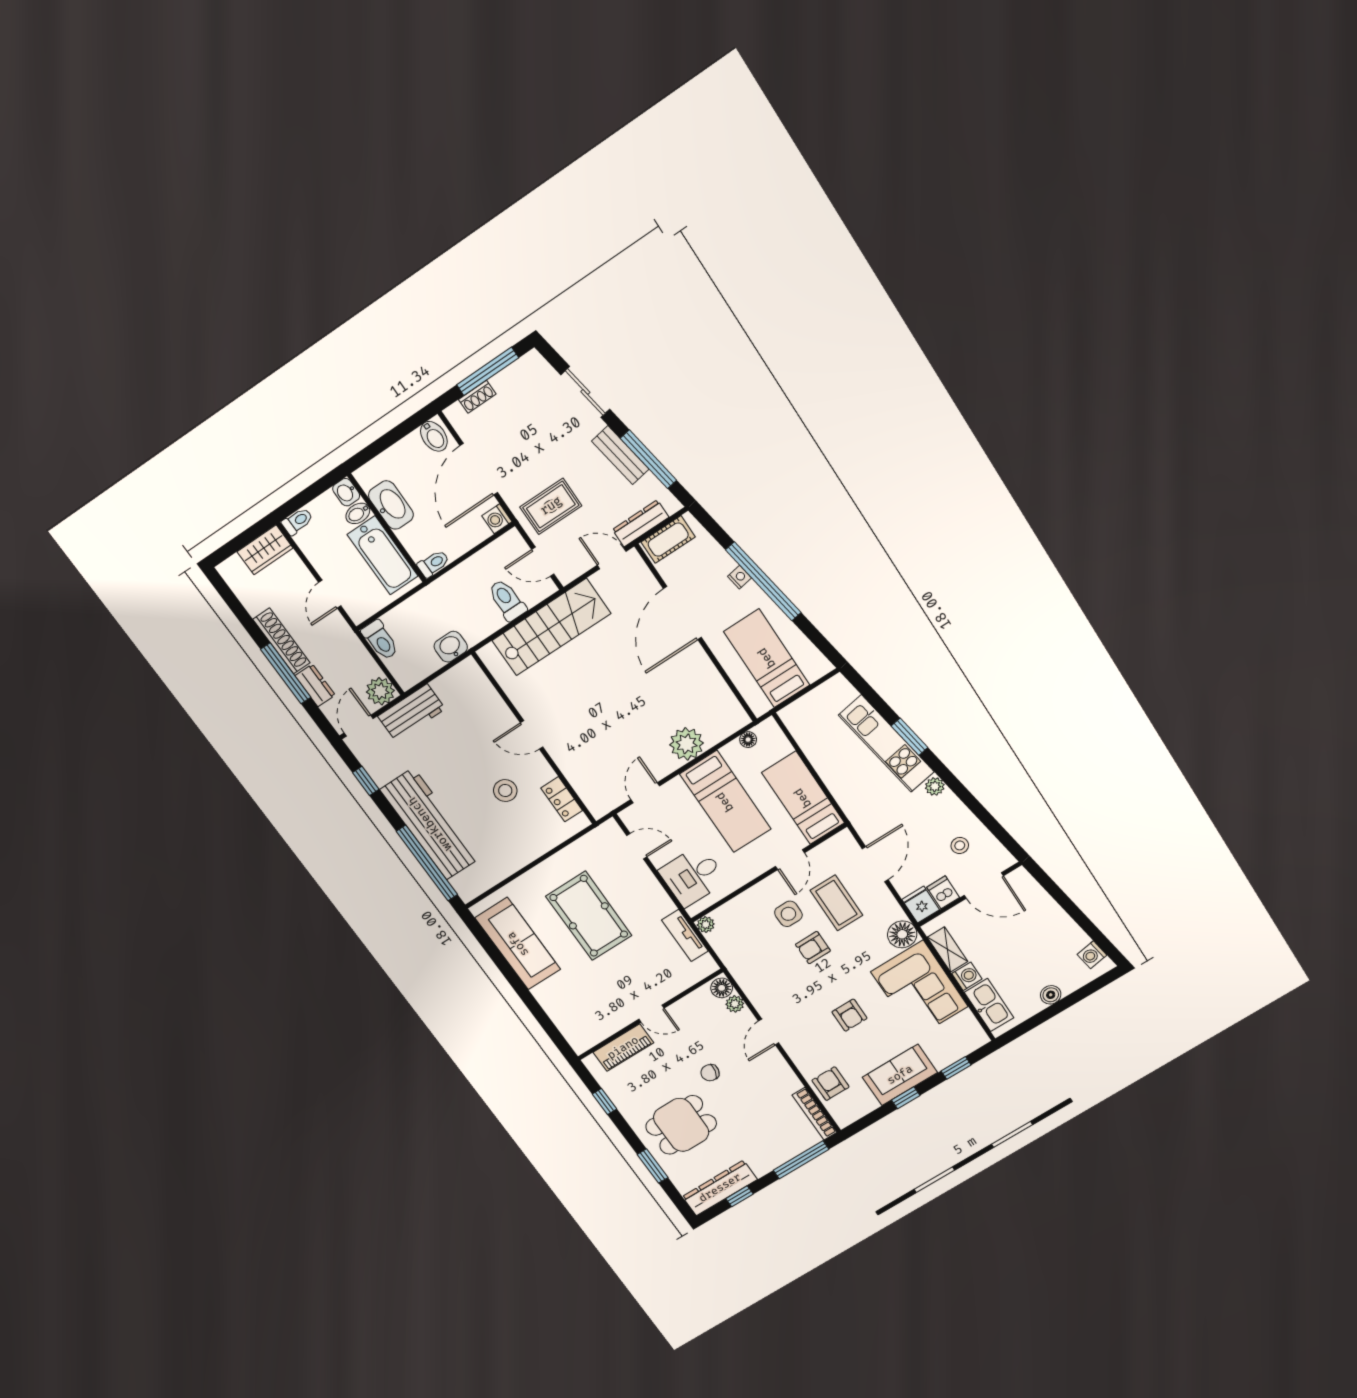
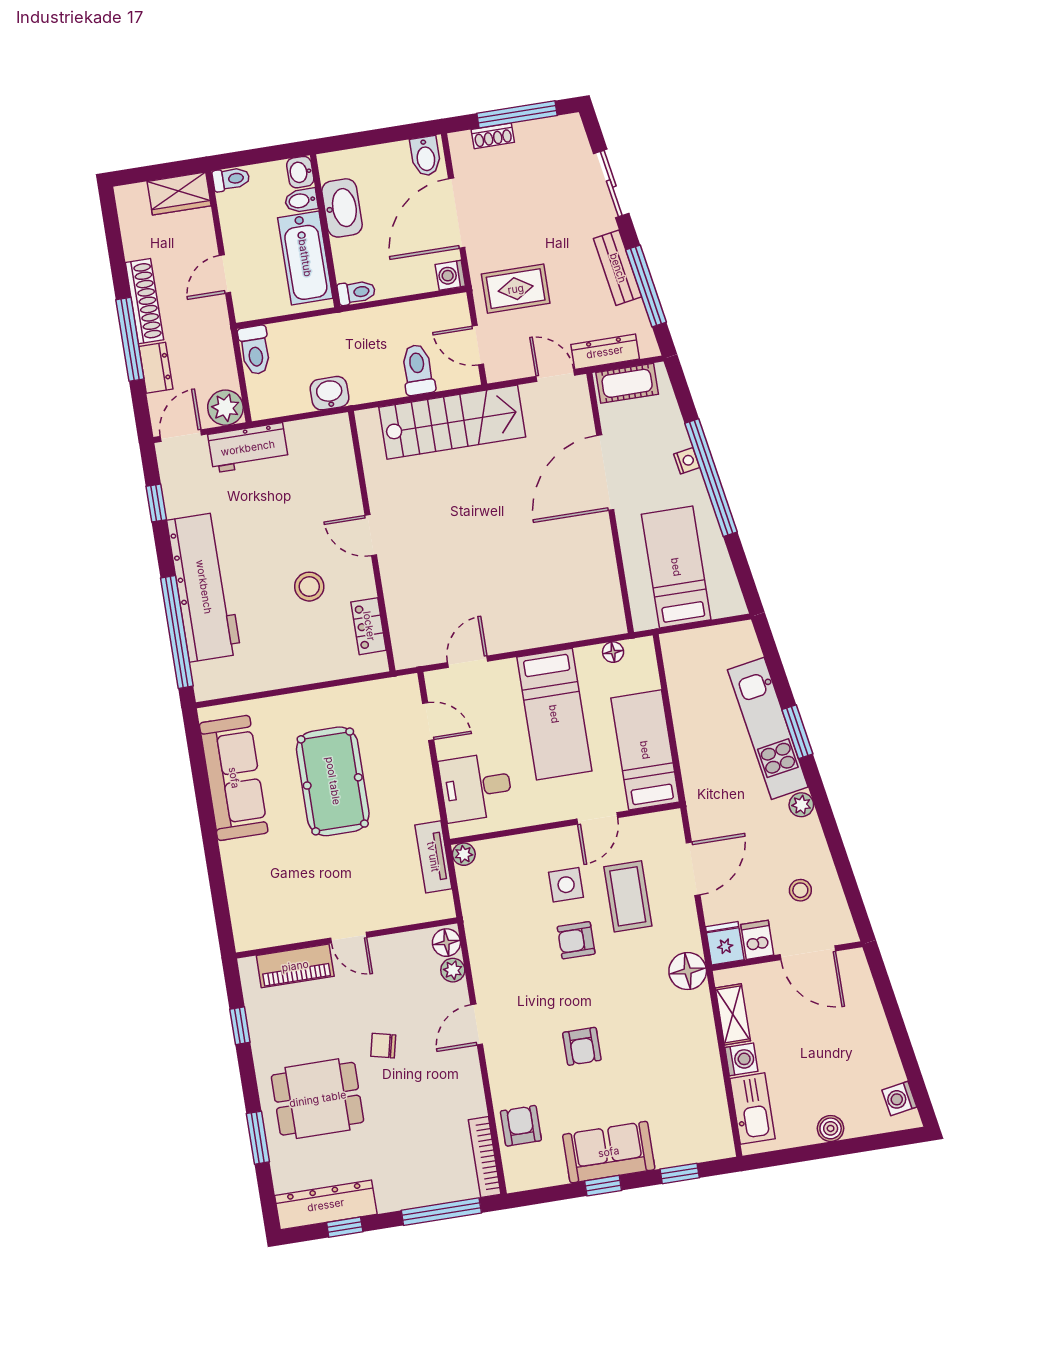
plant: (687, 744) -> (541, 625), removed
corner sofa: (920, 989) -> (679, 1050), removed

